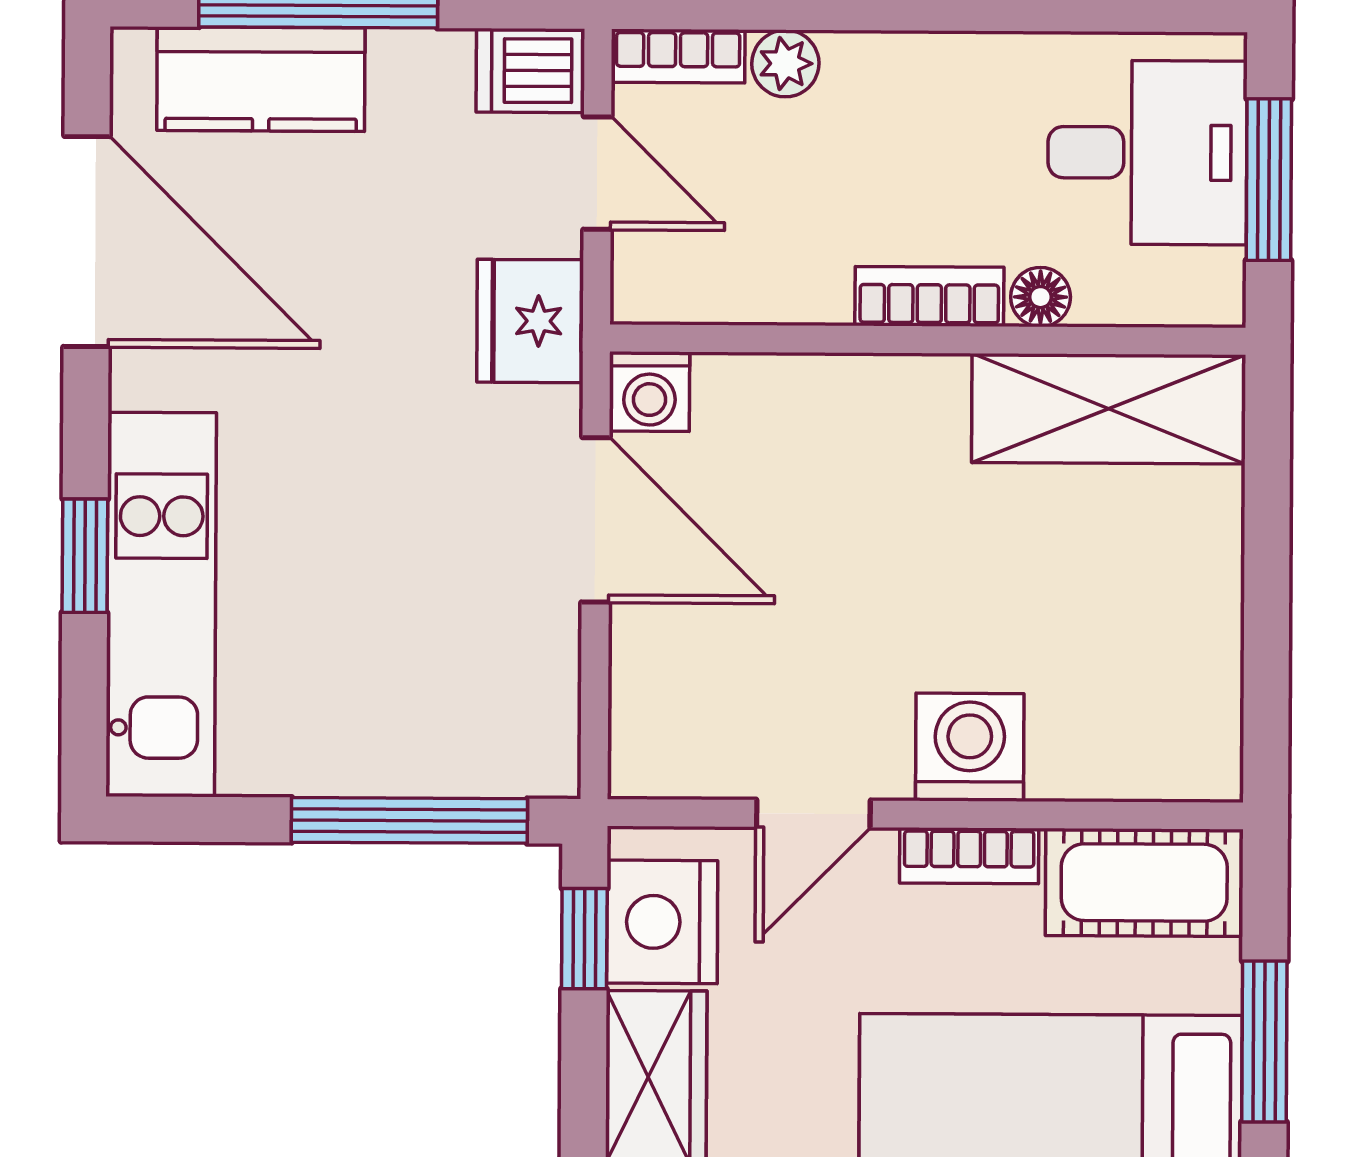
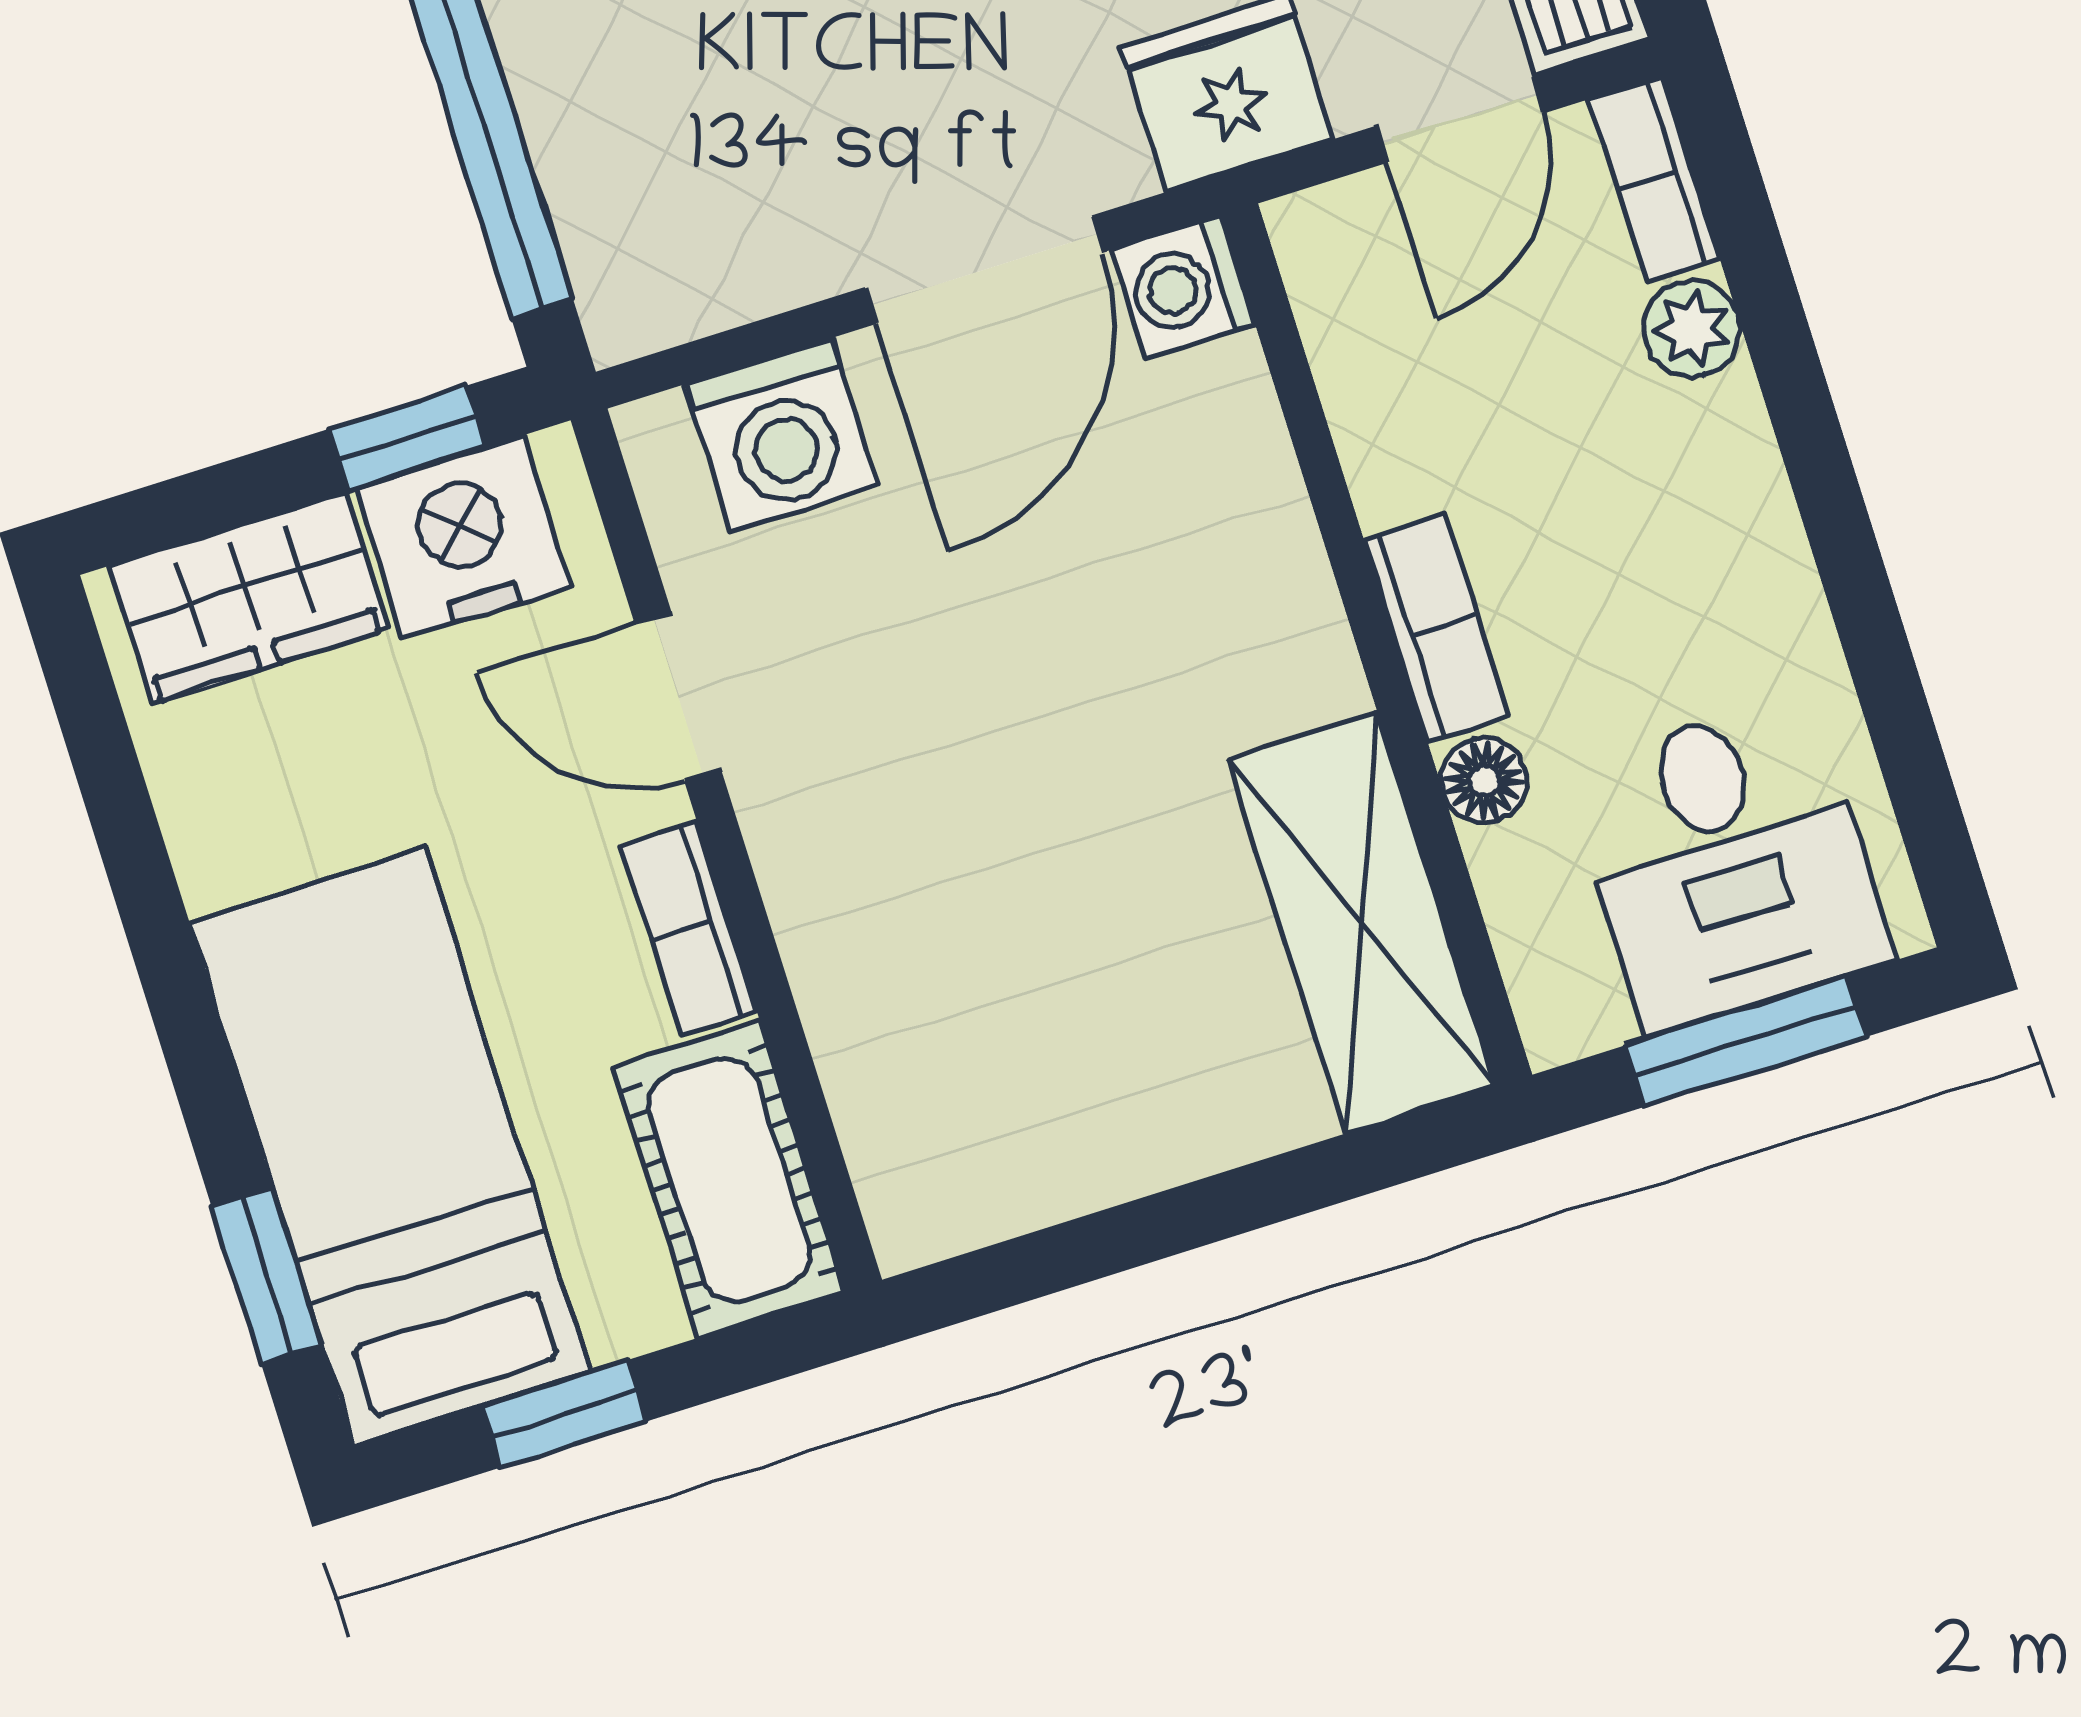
washing machine: (970, 747) -> (782, 435), moved, turned 90
window: (1264, 1041) -> (564, 1414), width x0.67

